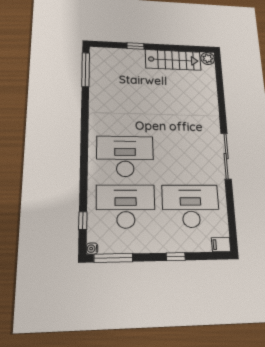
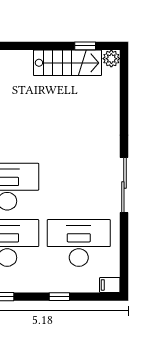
window: (136, 46) -> (85, 46), moved

